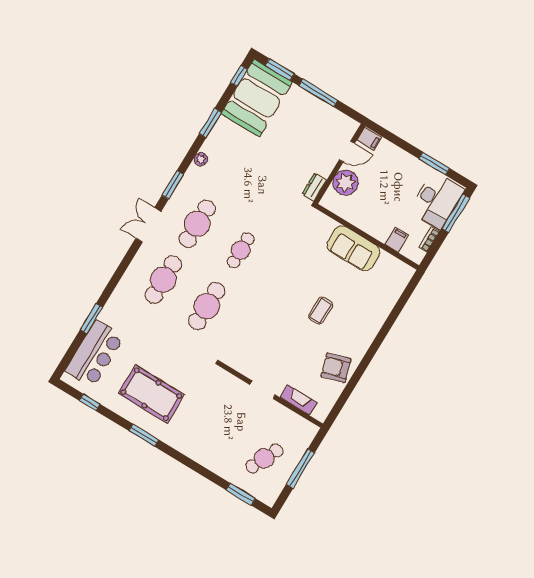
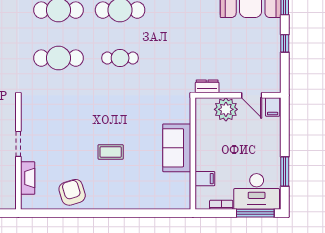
window: (318, 93) -> (285, 43), width x0.46

